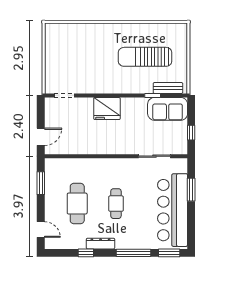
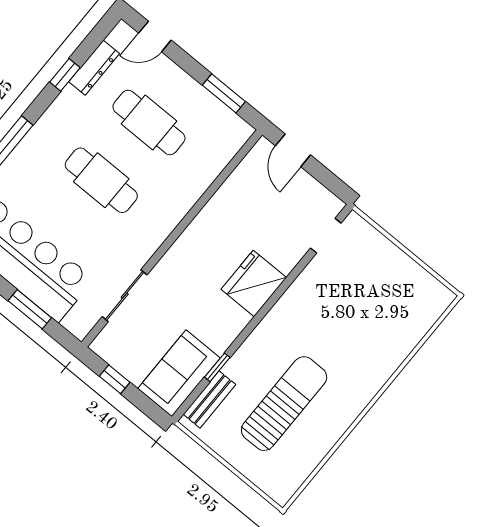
cafe table: (116, 204) -> (101, 180), width x1.37, depth x1.35
dresser: (101, 244) -> (94, 68), moved

